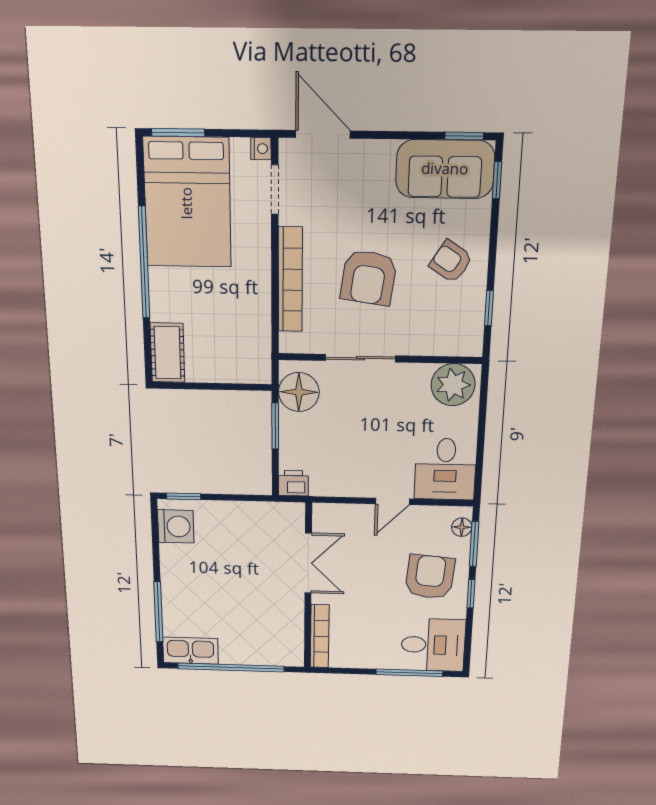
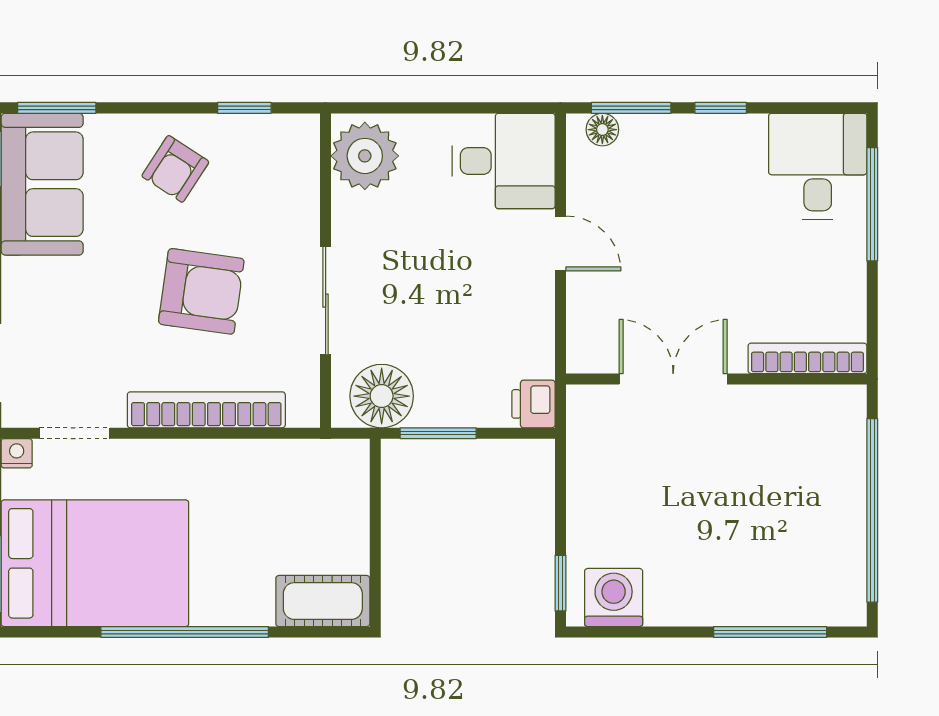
window: (497, 180) -> (57, 108), width x1.50
armchair: (430, 577) -> (692, 177), removed
kitchen sink: (190, 651) -> (842, 579), removed

